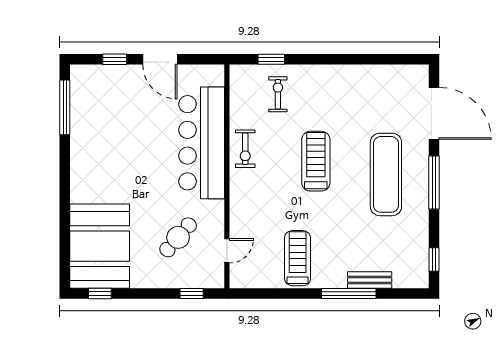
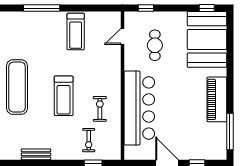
exercise bike: (245, 149) -> (100, 109), moved
piano: (85, 156) -> (217, 99), added
cafe table: (178, 237) -> (155, 45), turned -41
bench: (370, 280) -> (36, 154), moved

